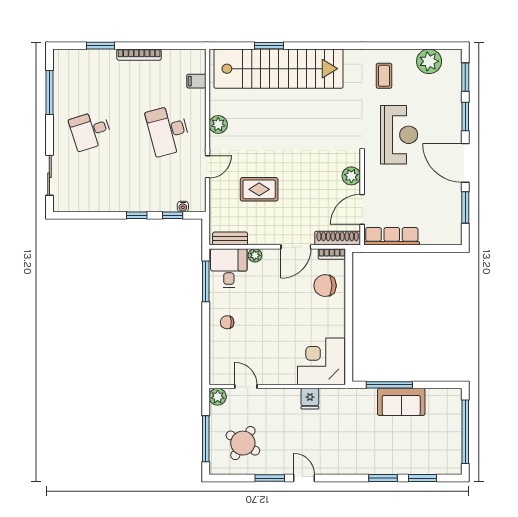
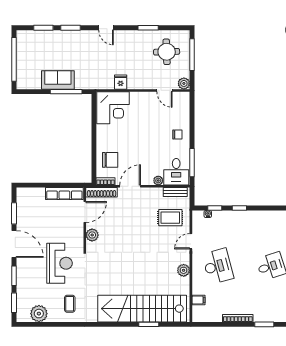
reception desk: (399, 135) -> (59, 263), turned 180
rug: (259, 189) -> (170, 218), moved
round table: (243, 443) -> (167, 52), turned -34
door: (304, 478) -> (106, 28), moved

